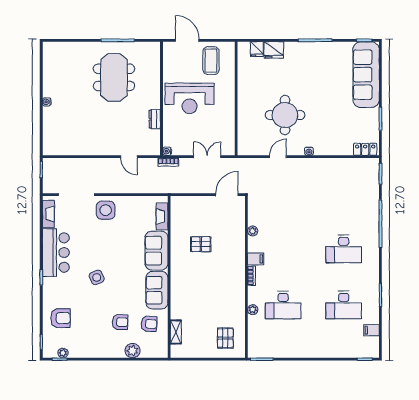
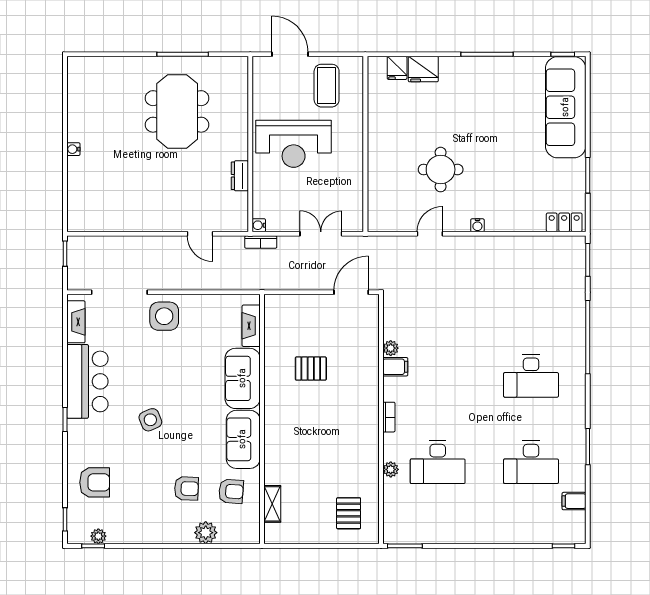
round table: (285, 115) -> (441, 170), width x0.73, depth x0.73
filing cabinet: (256, 259) -> (395, 367), moved

